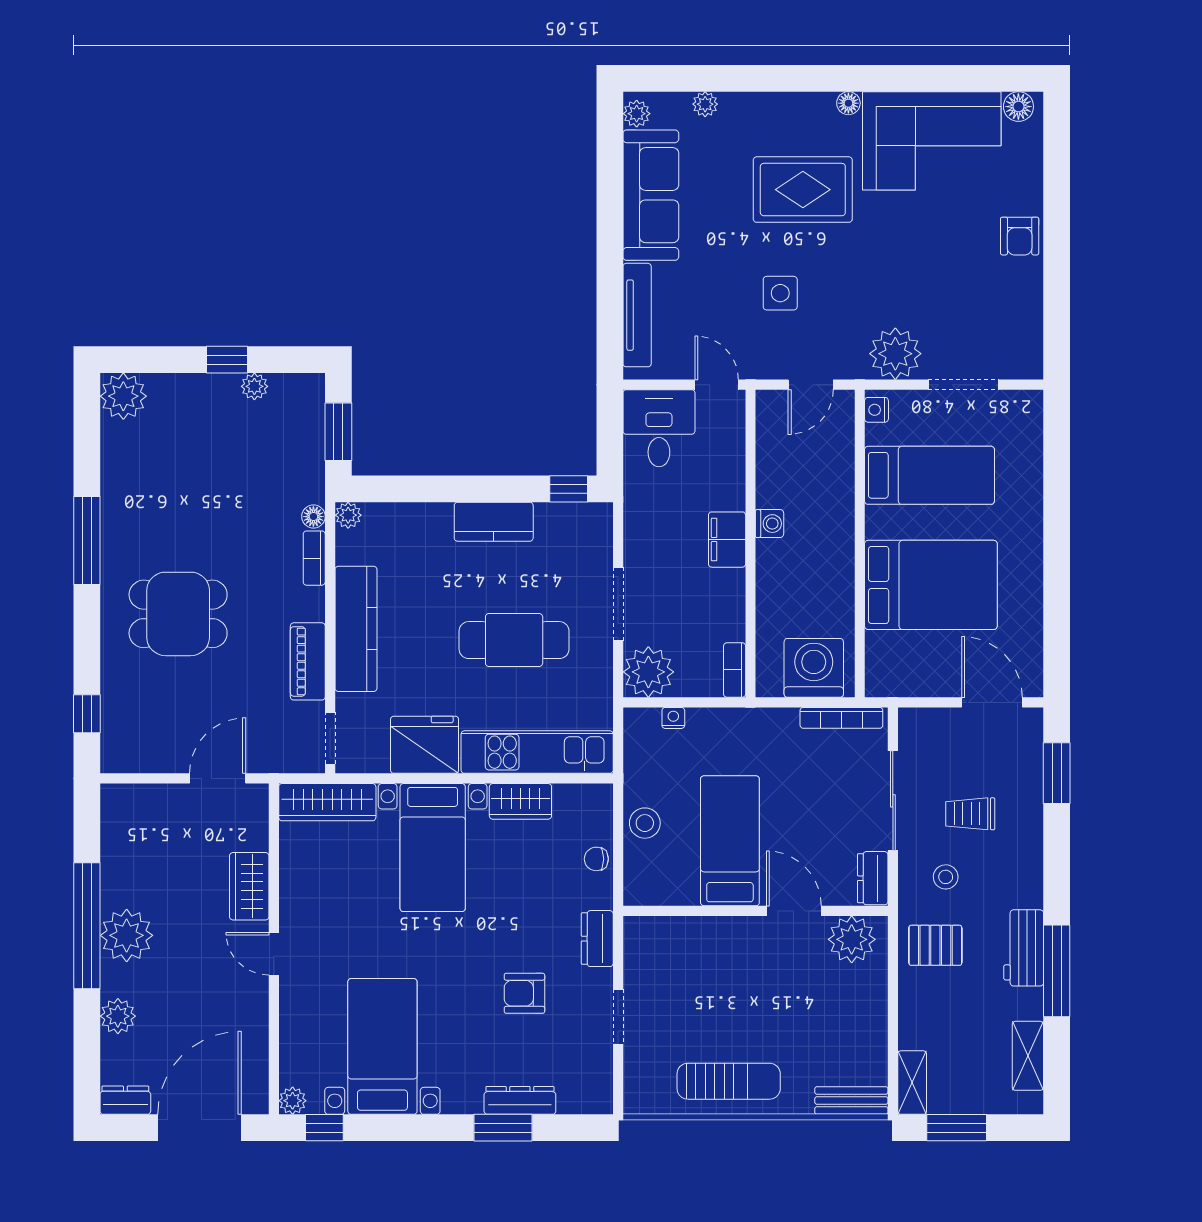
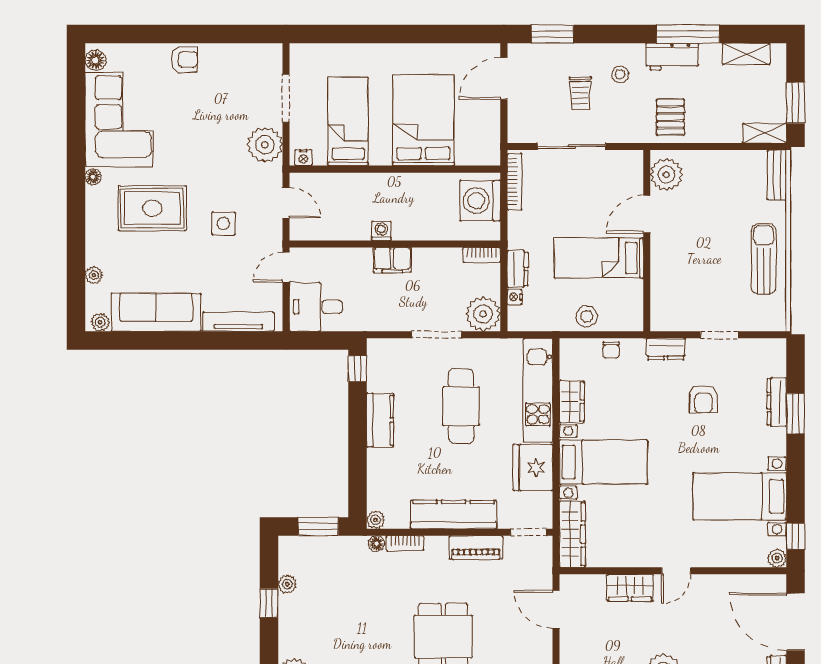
rug: (803, 190) -> (152, 208), turned 90
stool: (946, 877) -> (620, 74), moved
dresser: (873, 878) -> (518, 269), moved, turned -90

